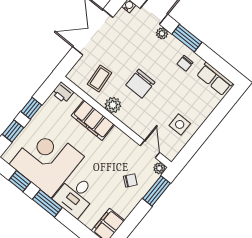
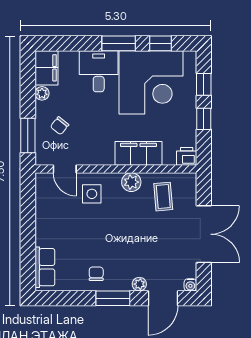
row of seats: (215, 79) -> (45, 267), moved, turned 90
chair: (140, 84) -> (122, 222), removed
side table: (180, 124) -> (92, 194), moved
plant: (159, 168) -> (42, 93), moved

